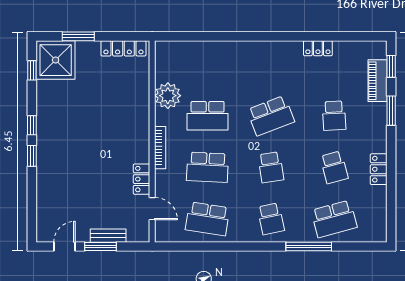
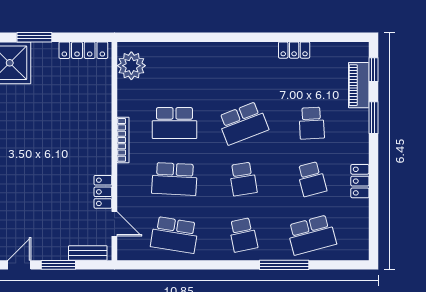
plant: (168, 96) -> (131, 66), moved
bookcase: (160, 148) -> (123, 140), moved
bench: (108, 236) -> (88, 253), moved

